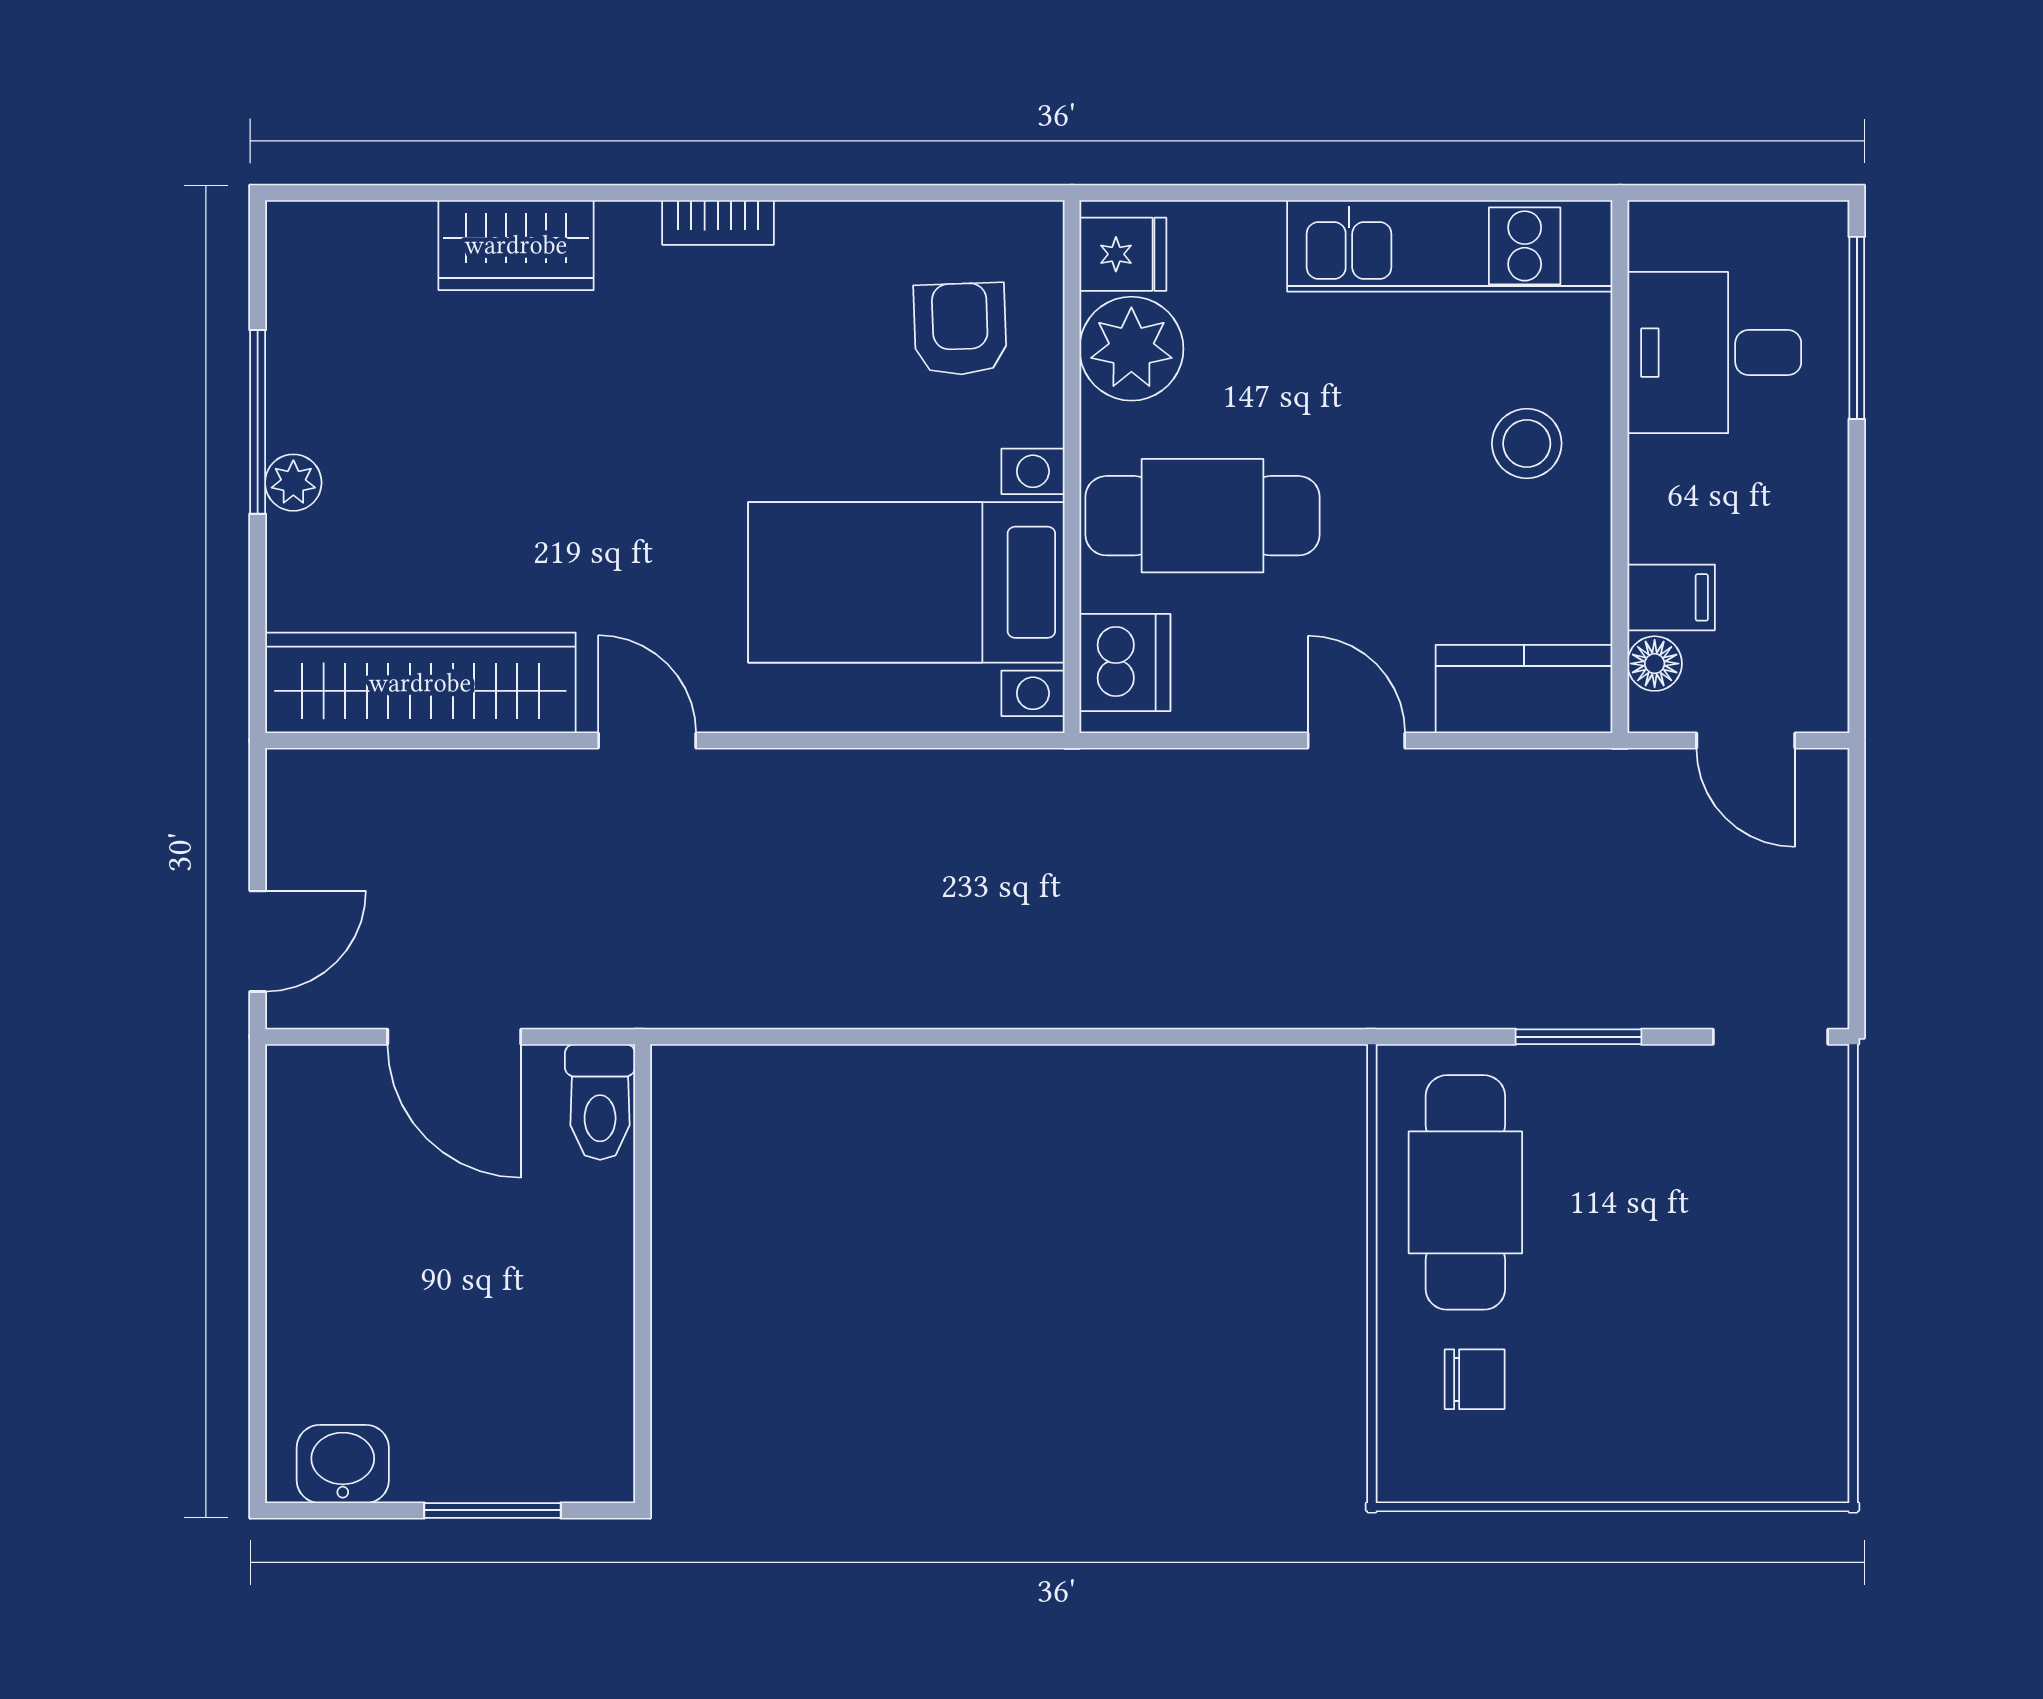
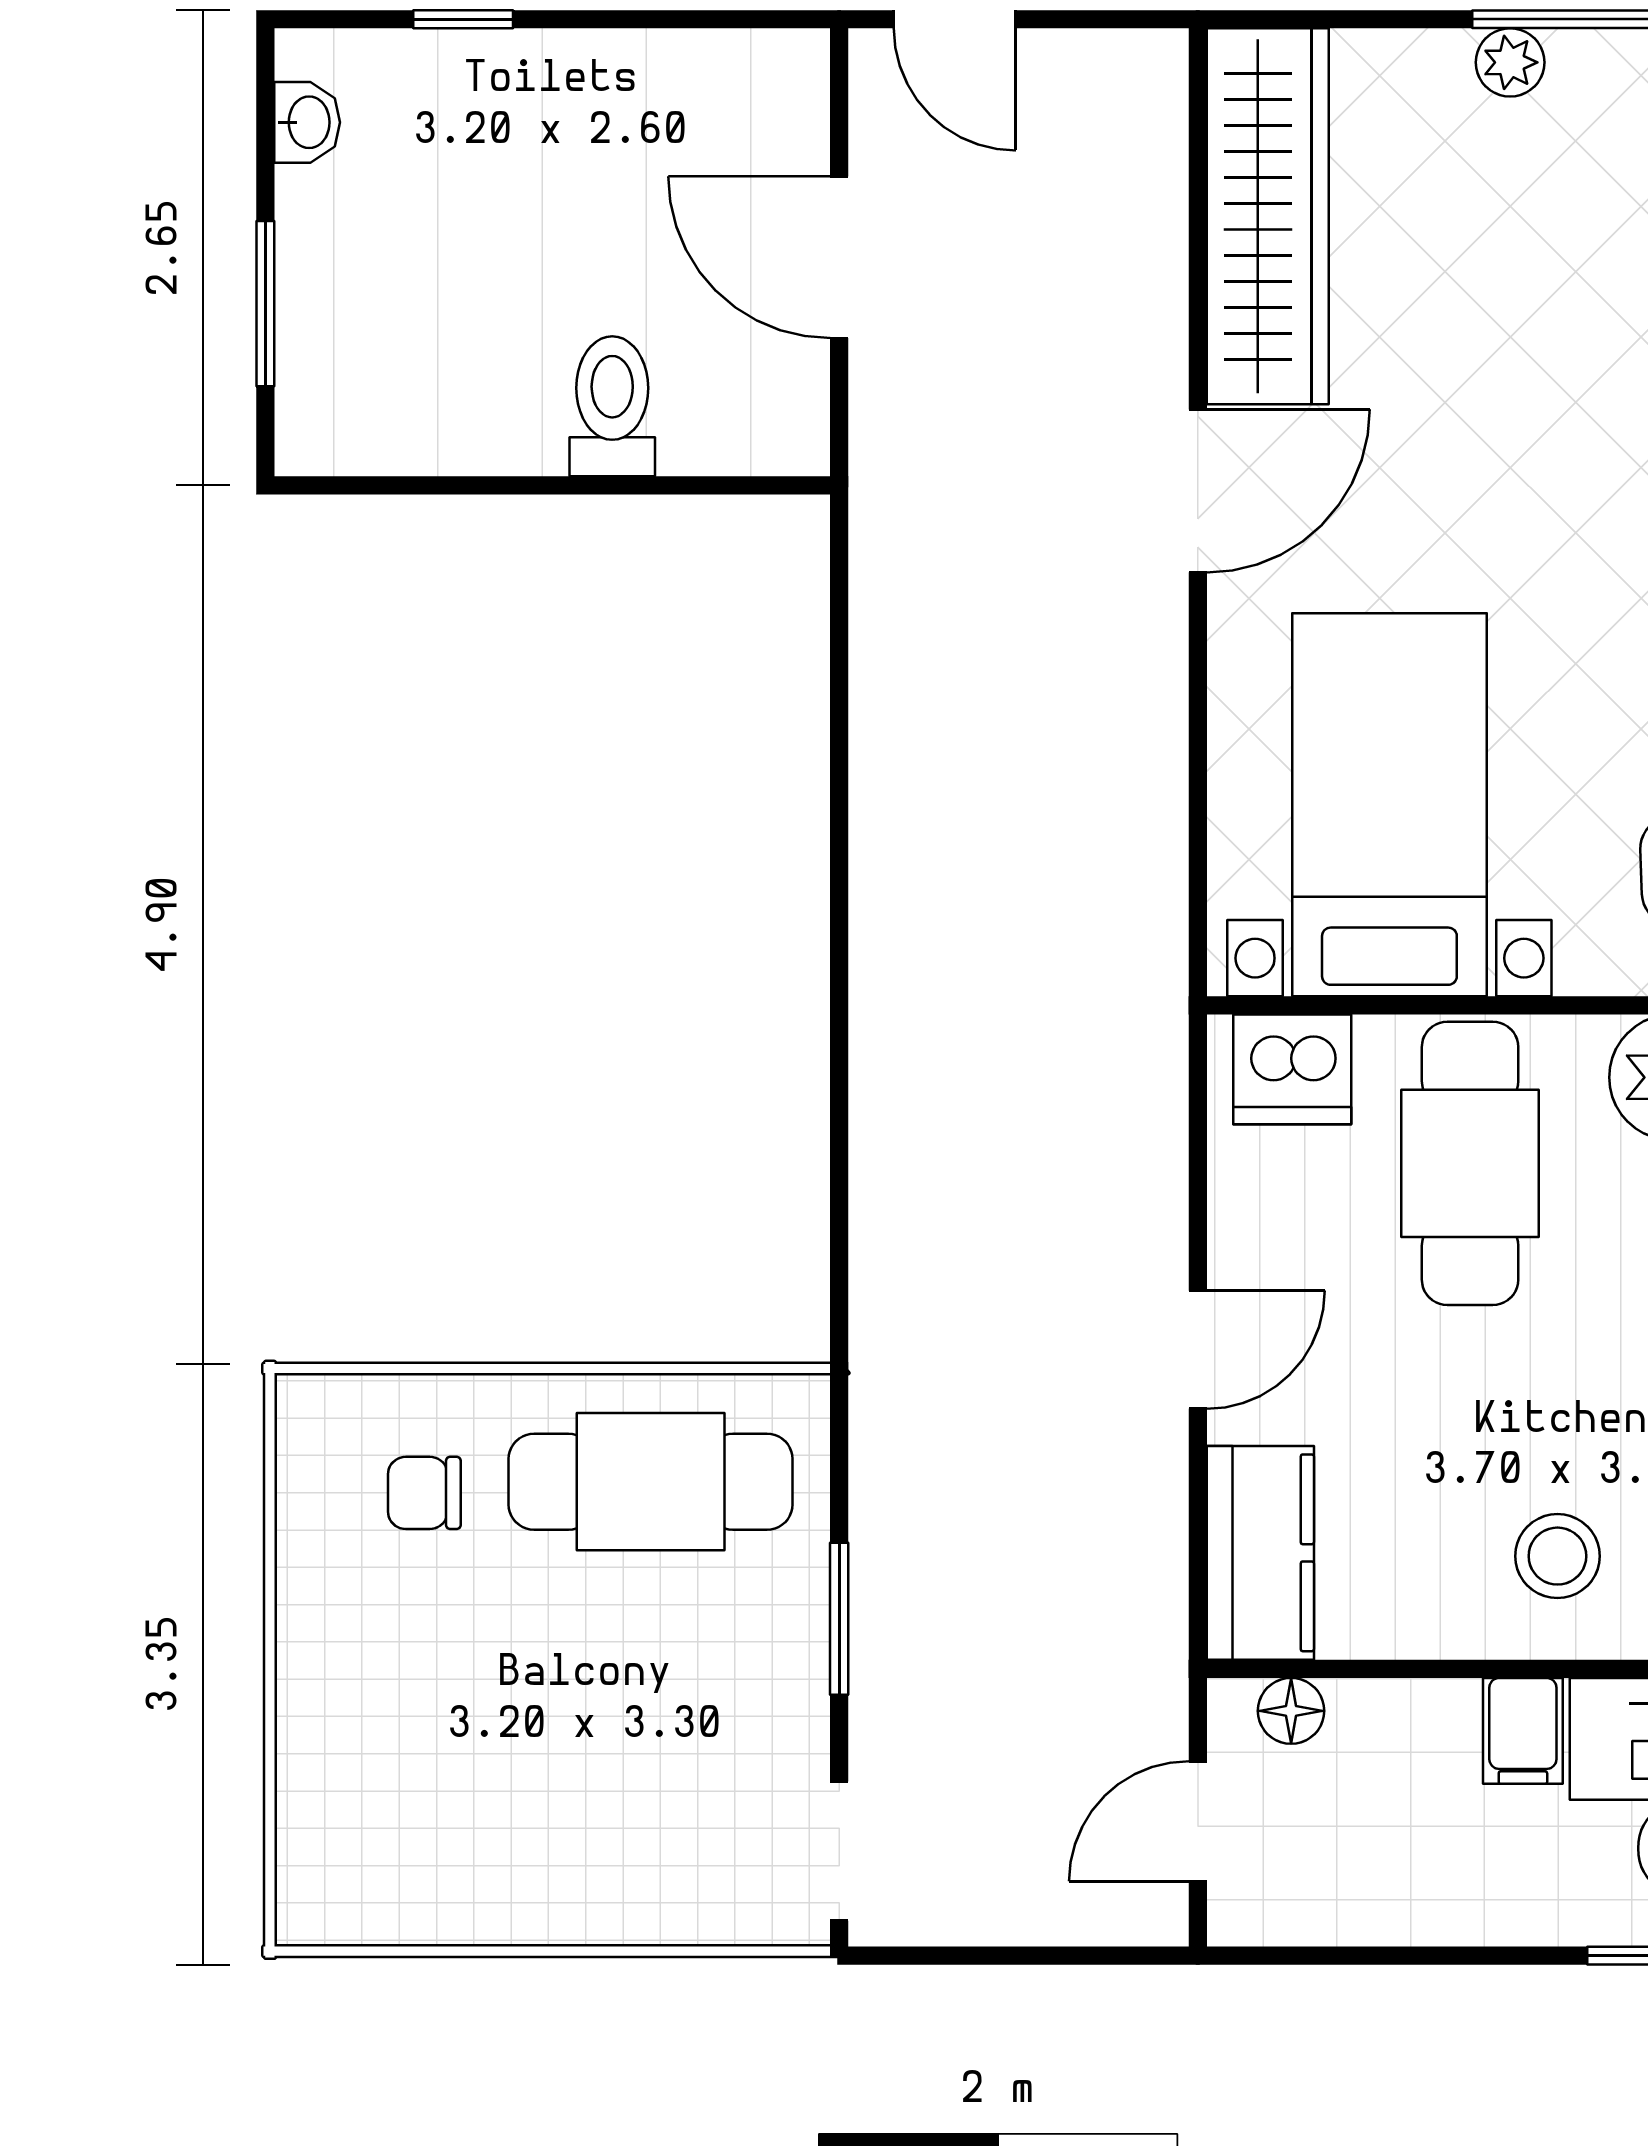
filing cabinet: (1671, 597) -> (1523, 1731), moved
door: (647, 741) -> (1198, 491), width x1.38
door: (454, 1037) -> (839, 257), hinge flipped
toilet: (600, 1102) -> (612, 406), moved, turned 90
window: (258, 1347) -> (463, 19), added
chair: (1475, 1379) -> (424, 1493), turned 90
washbasin: (343, 1464) -> (307, 122), width x0.72, depth x0.69

